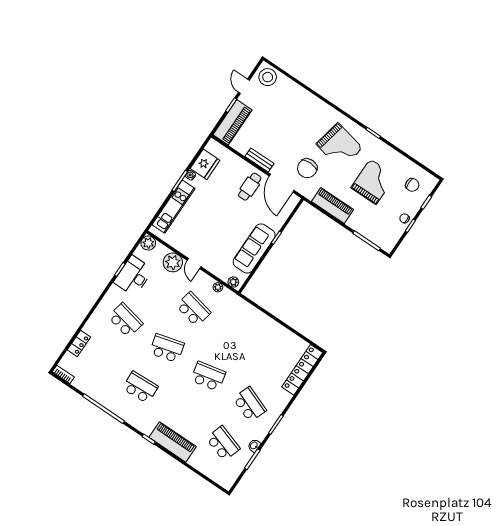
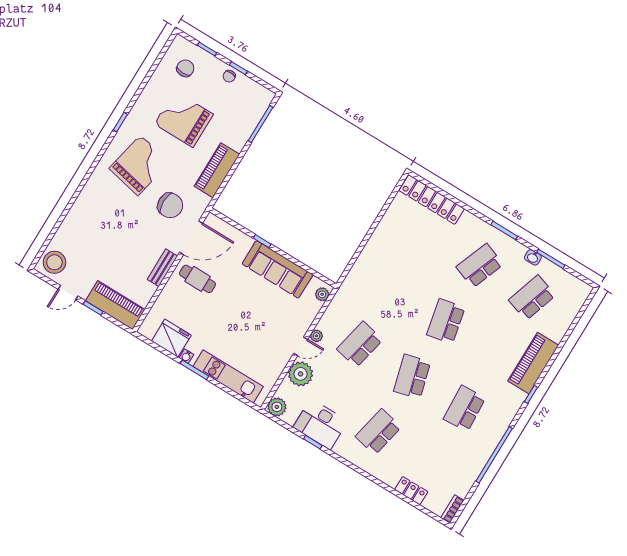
plant: (218, 287) -> (316, 336), moved

